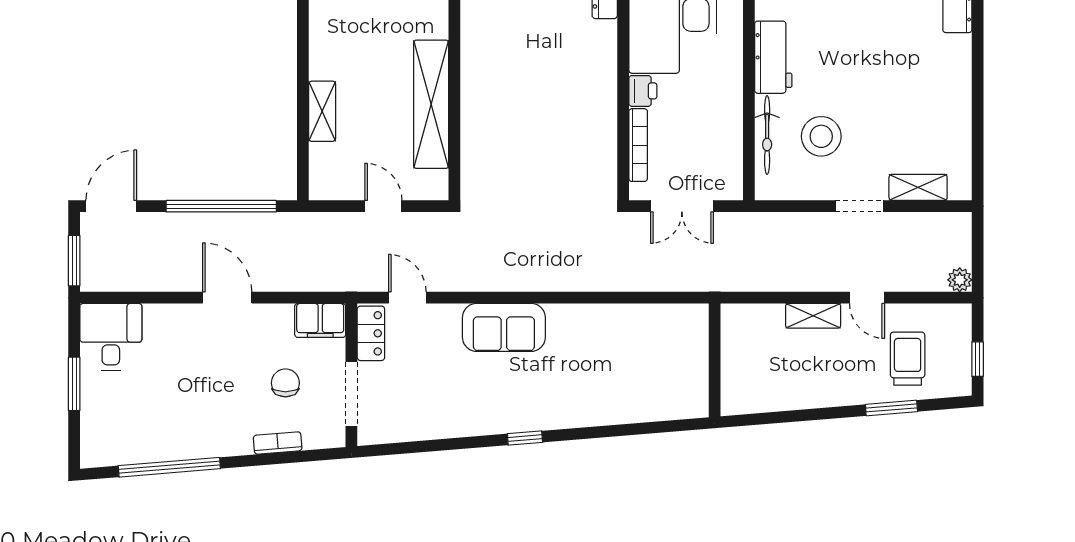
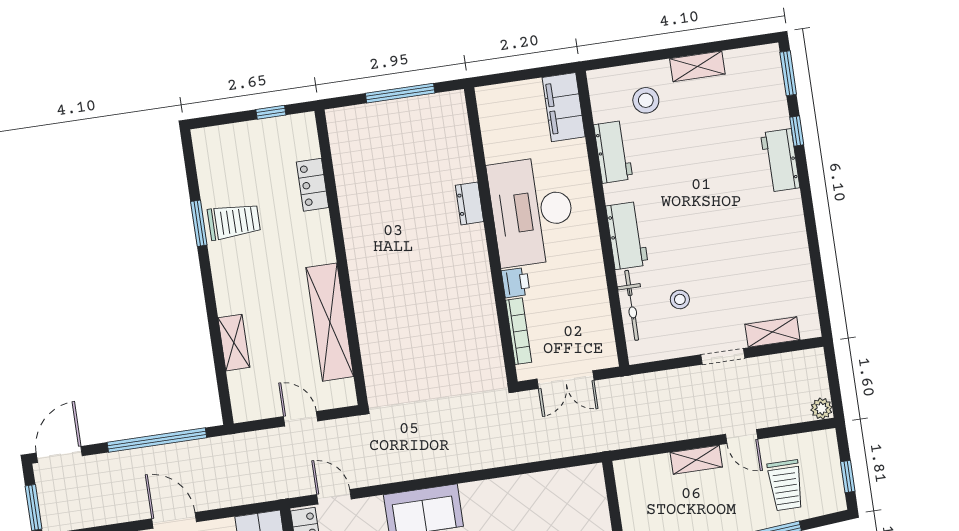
stool: (821, 136) -> (680, 299), width x0.53, depth x0.53
trolley: (908, 359) -> (786, 485), turned 180

